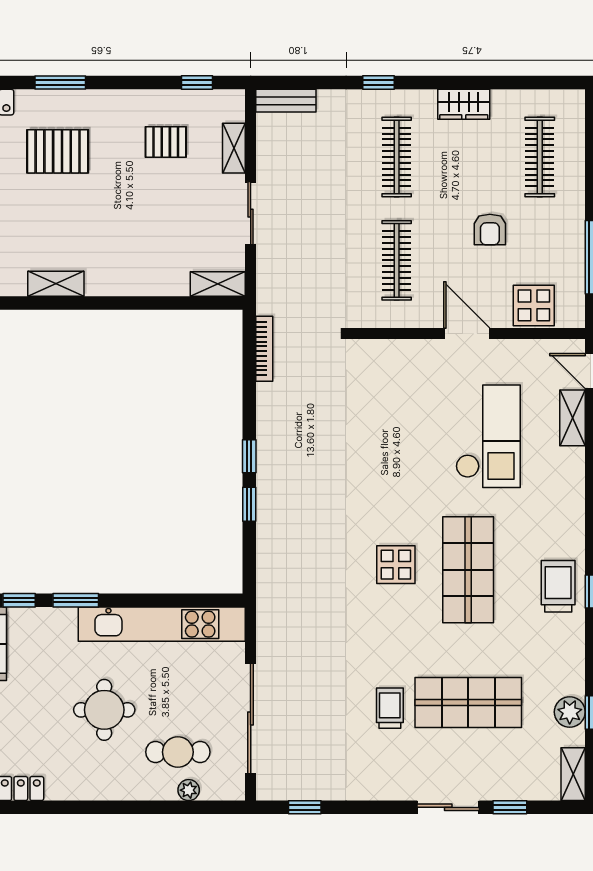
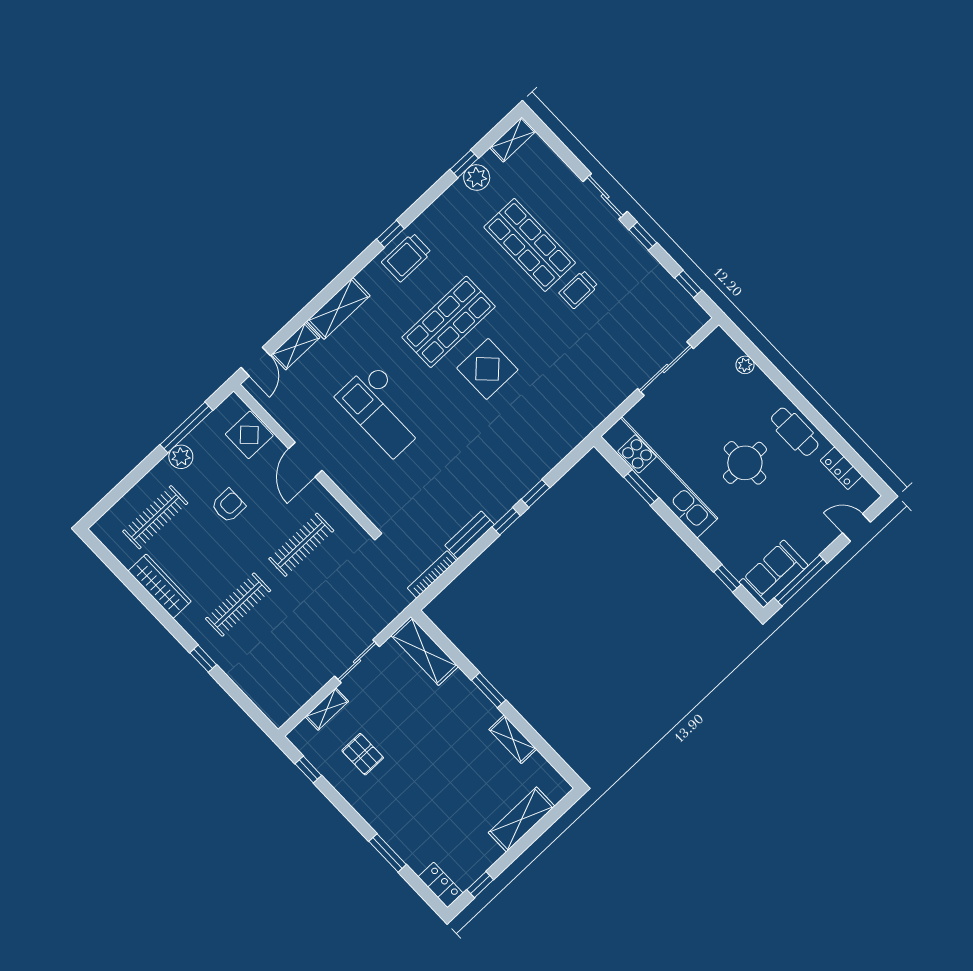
bench: (286, 101) -> (470, 535), moved, turned 90
wardrobe: (464, 104) -> (160, 586), width x1.50
pallet: (58, 151) -> (431, 815), removed
plant: (571, 229) -> (181, 457), added
shelving: (218, 284) -> (425, 651), width x1.50, depth x1.33
window: (118, 303) -> (489, 690), added
checkout: (488, 436) -> (383, 410), moved, turned -90
shelving: (570, 486) -> (338, 308), added
display table: (396, 565) -> (487, 369), width x1.36, depth x1.36
window: (76, 600) -> (641, 488), moved
sliding door: (251, 718) -> (665, 369), width x0.73
cafe table: (178, 752) -> (795, 432), moved
window: (510, 807) -> (643, 236), moved

